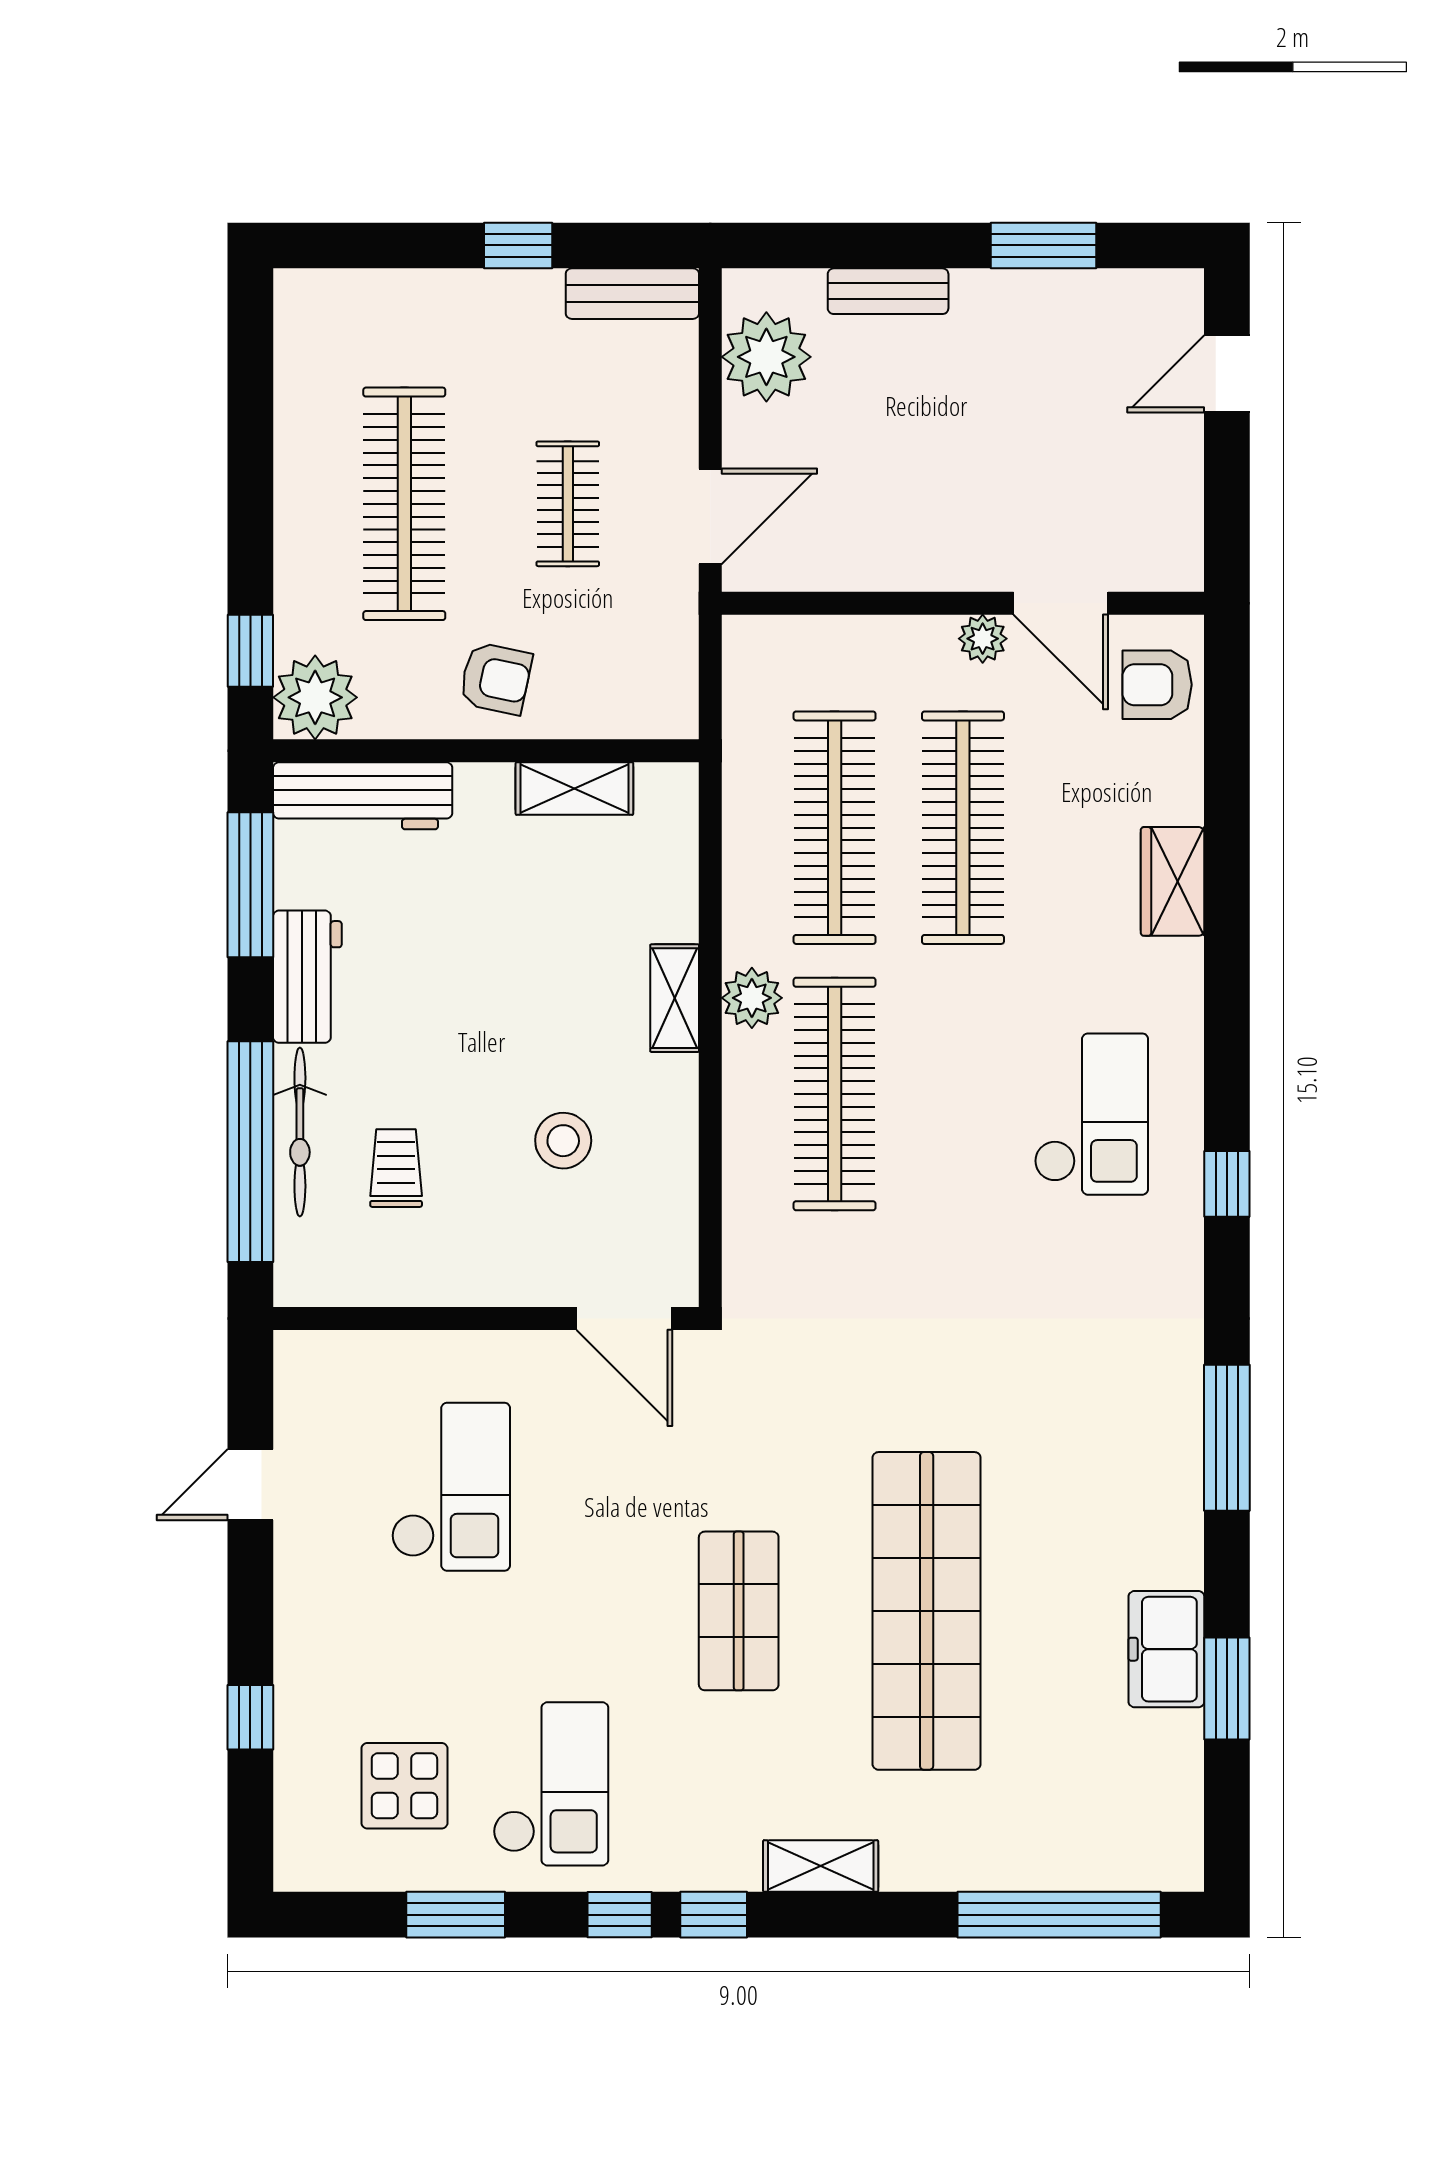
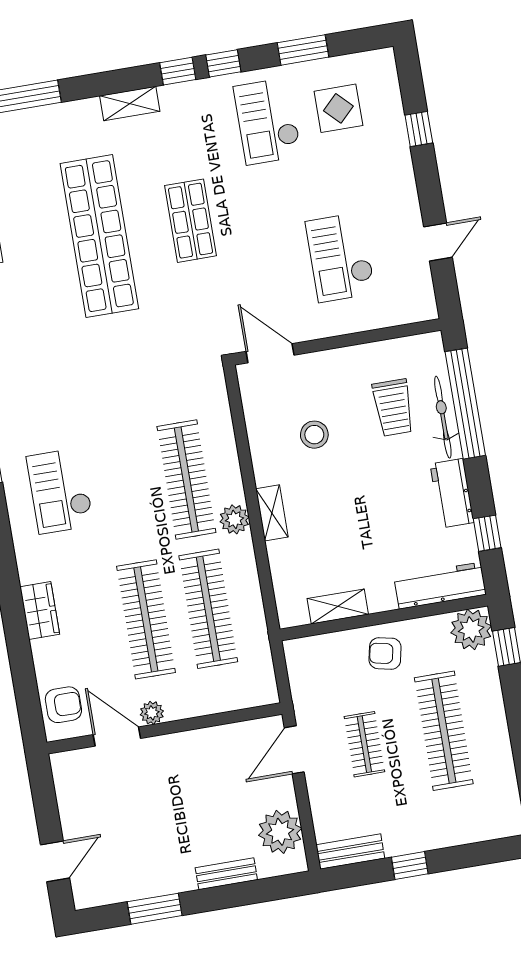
window: (250, 885) -> (487, 533), width x0.46
trolley: (396, 1168) -> (393, 408), width x1.36, depth x1.39

